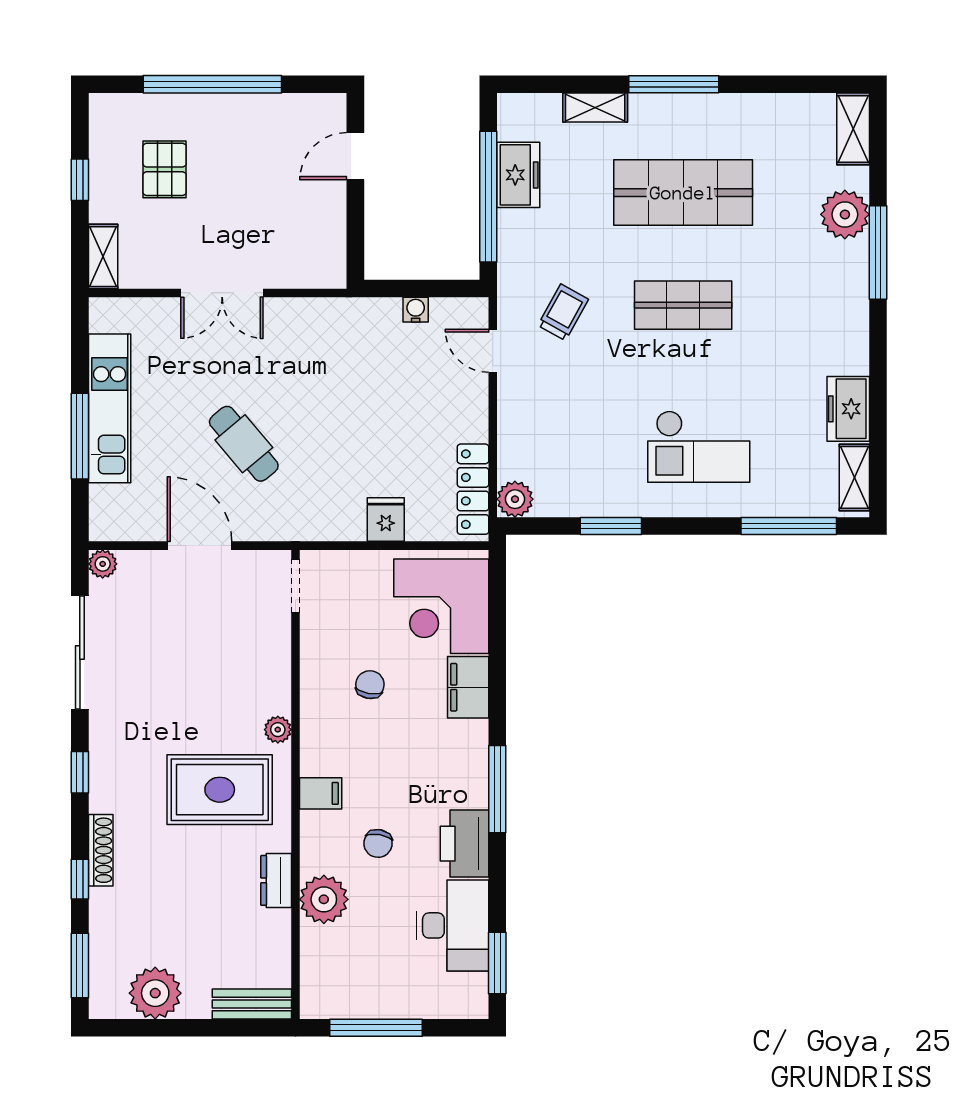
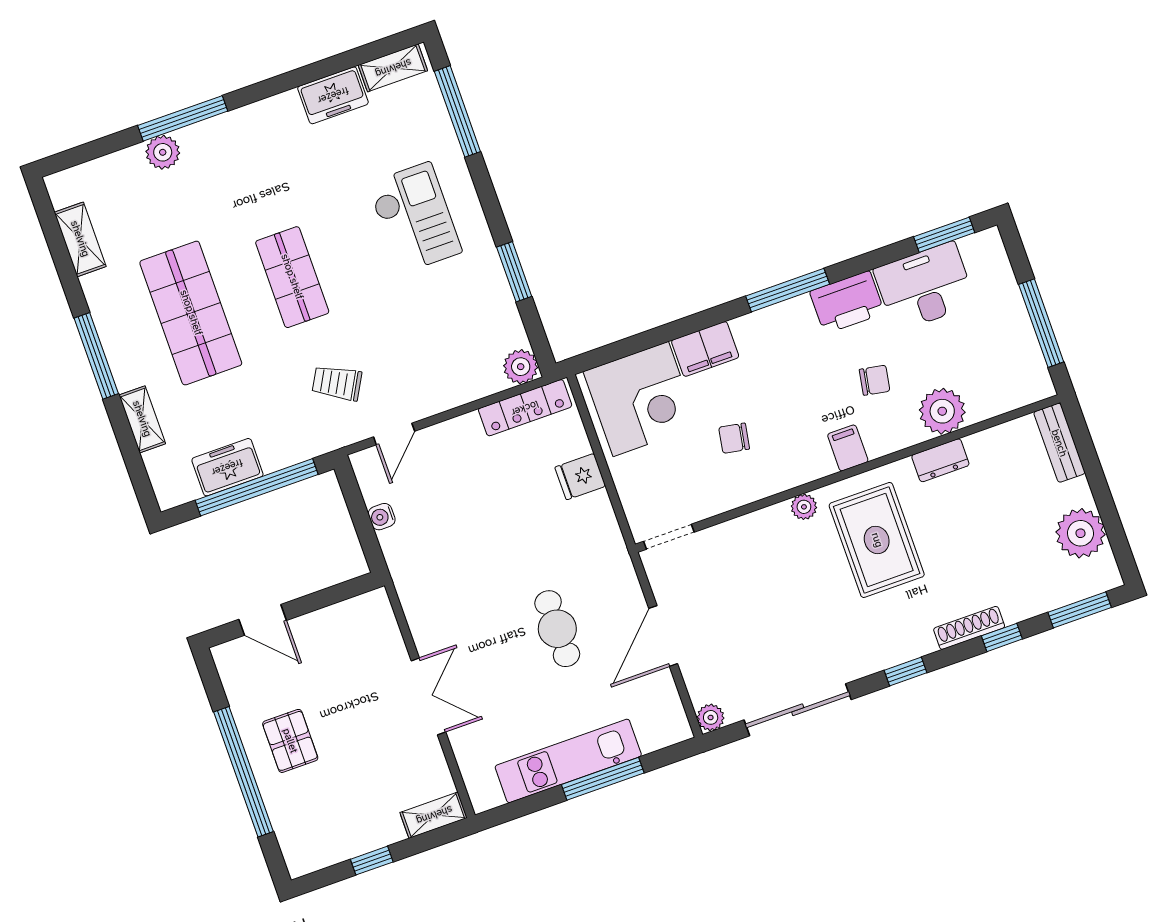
shelving: (853, 129) -> (80, 239), moved, turned 90
pallet: (165, 169) -> (290, 741), moved, turned 90
plant: (845, 214) -> (163, 152), width x0.73, depth x0.73
cafe table: (244, 444) -> (557, 629), turned -50

